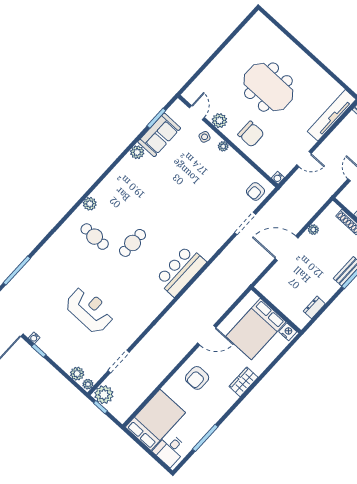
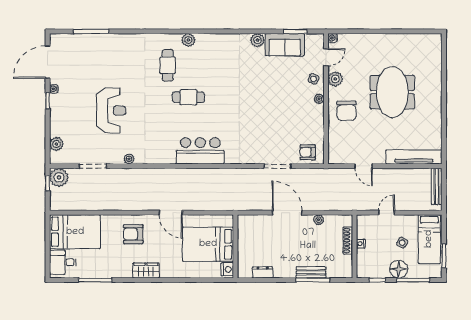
water cooler: (278, 178) -> (333, 38), moved
wardrobe: (244, 382) -> (146, 270), moved
plant: (88, 384) -> (129, 159), moved

